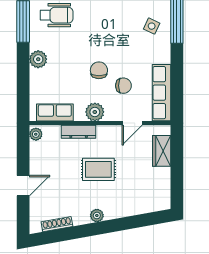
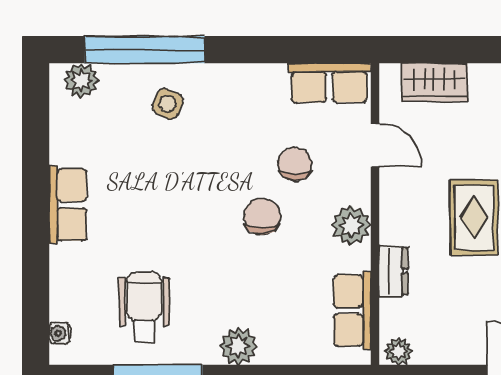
chair: (99, 70) -> (262, 216), turned 90
row of seats: (161, 93) -> (329, 83), width x0.68
dresser: (79, 132) -> (393, 271), width x0.70

